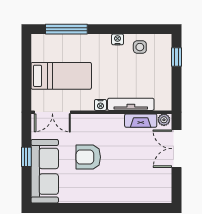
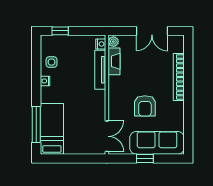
bed: (61, 76) -> (52, 129), moved
nightstand: (100, 105) -> (101, 44), moved
double door: (177, 149) -> (152, 31), moved
bookcase: (122, 197) -> (179, 77), added

